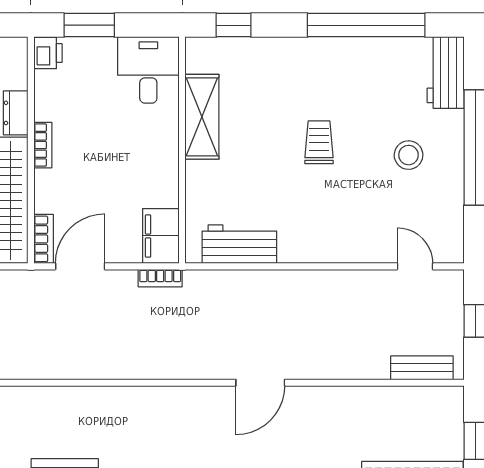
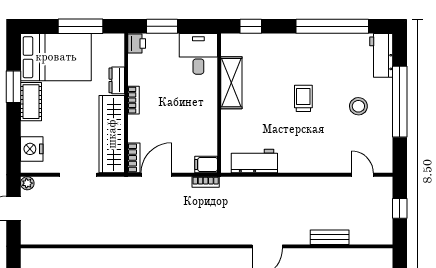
filing cabinet: (161, 236) -> (206, 165), width x0.50
bench: (422, 368) -> (330, 237), moved

